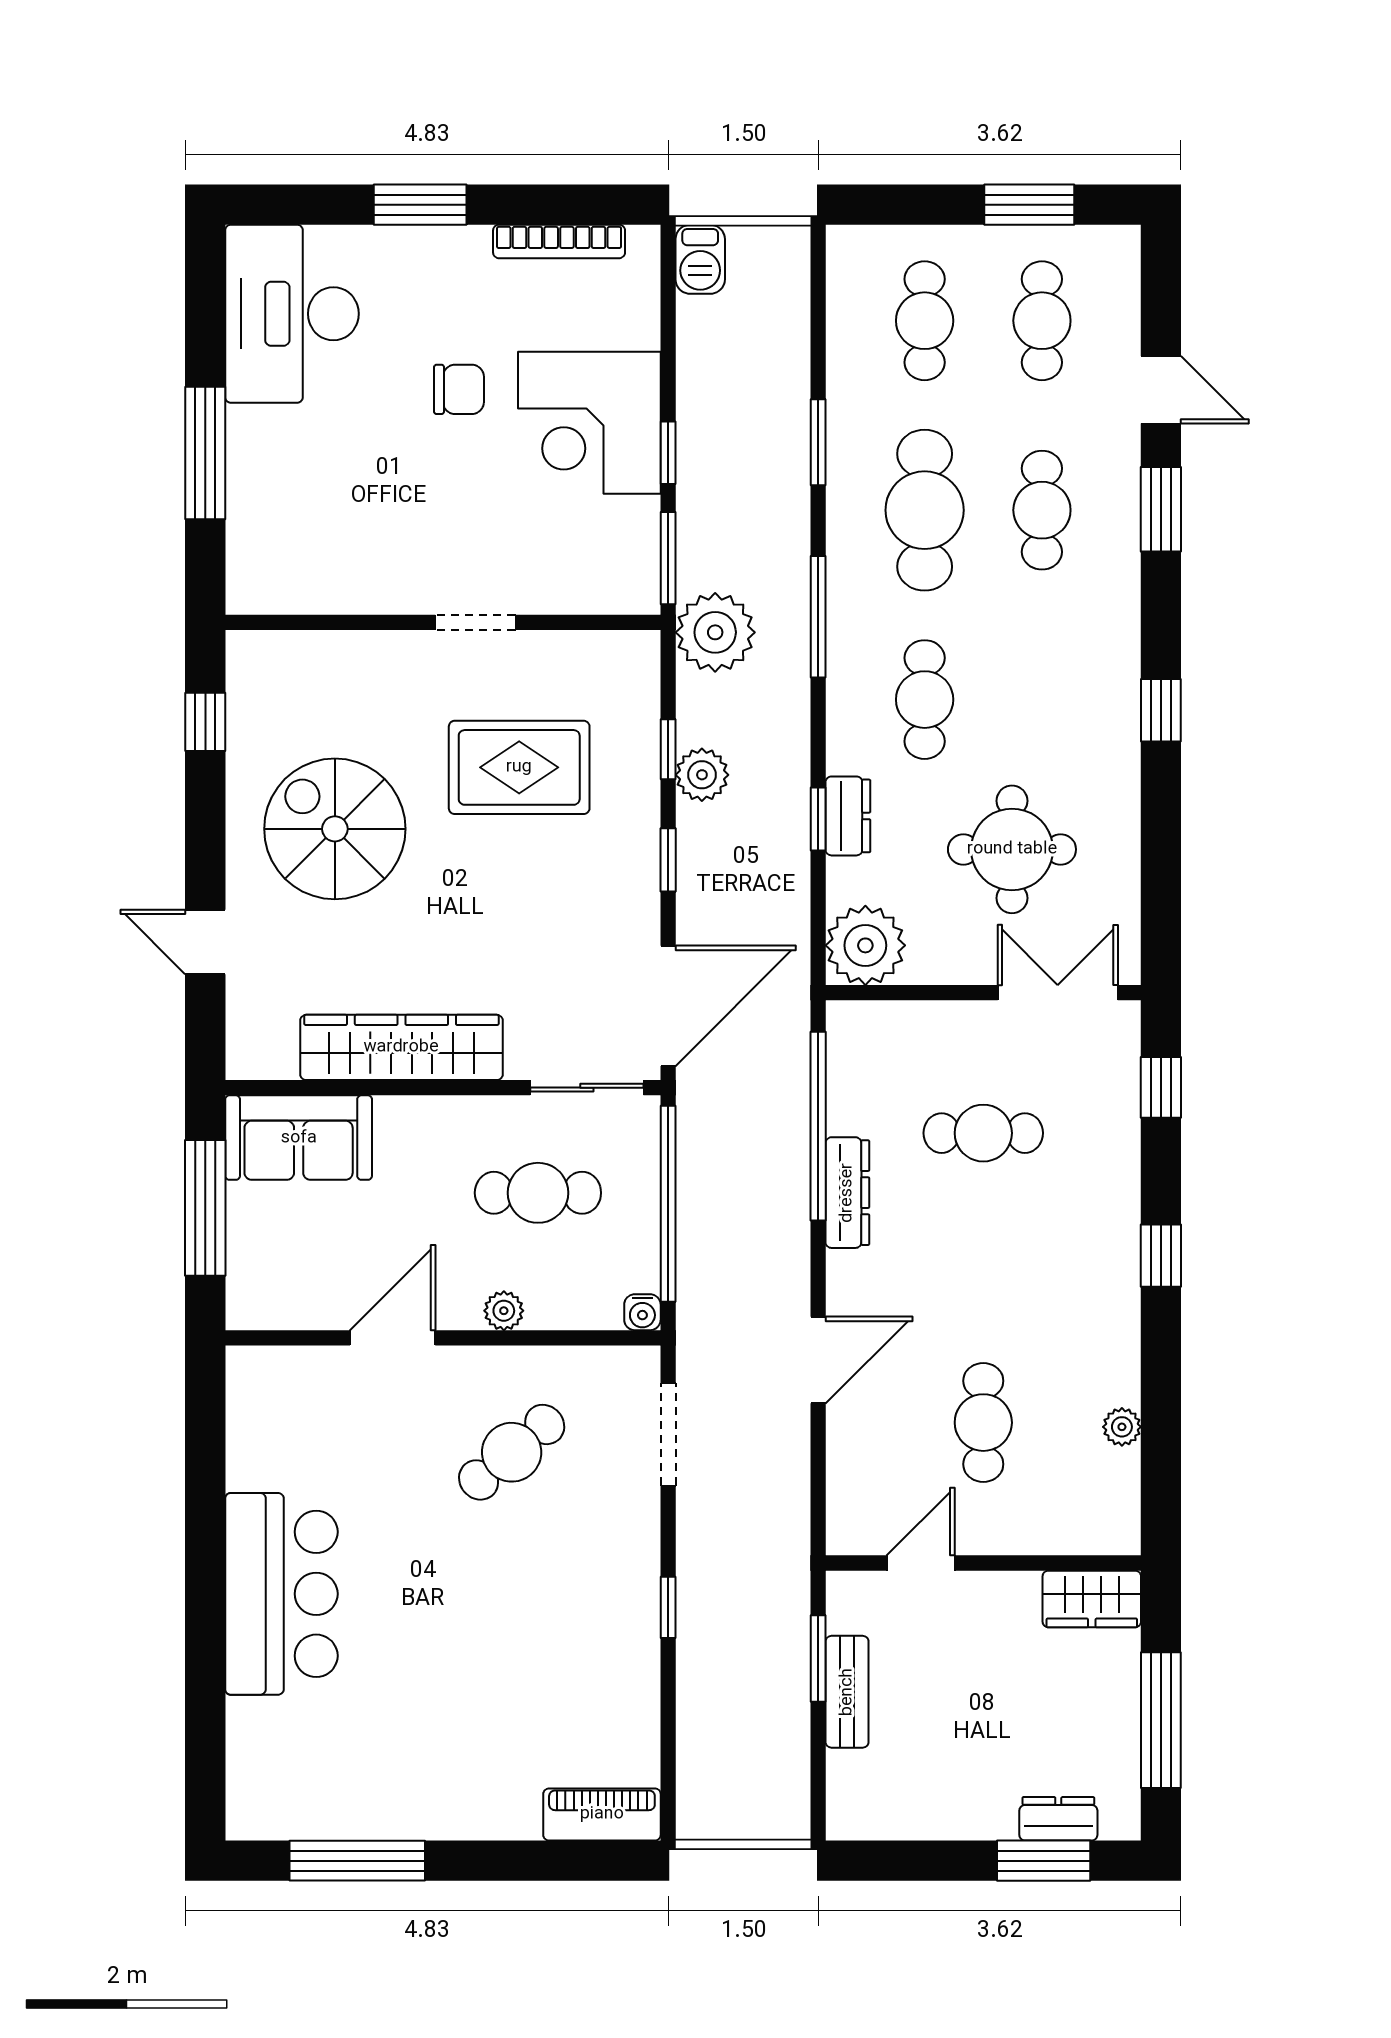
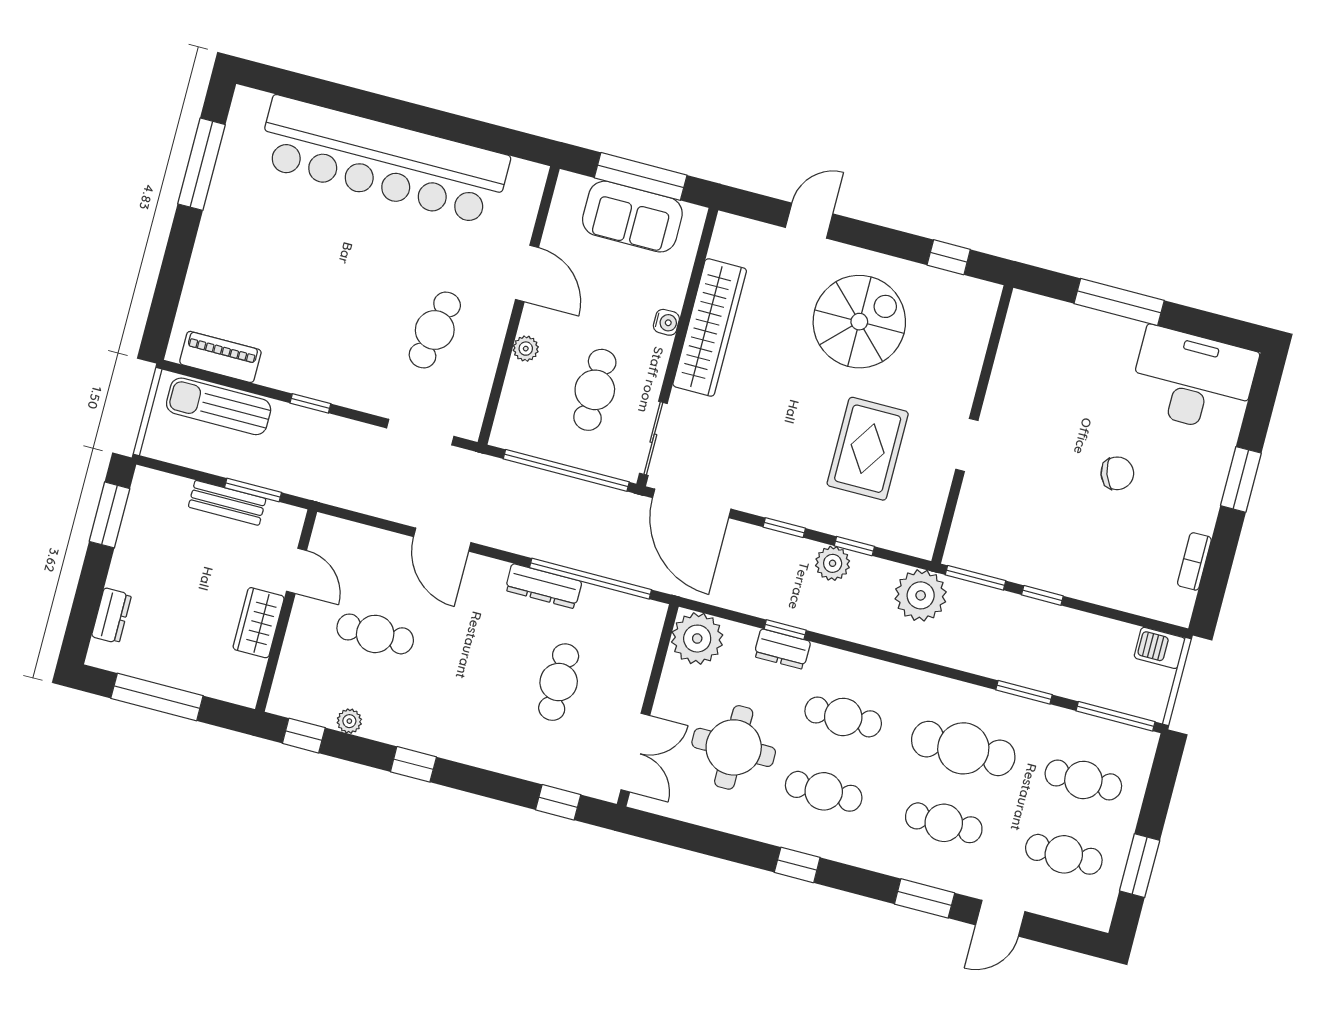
bookcase: (559, 241) -> (1194, 561), width x0.64
chair: (459, 389) -> (1117, 473), turned -109
corner desk: (589, 423) -> (1074, 550), removed
window: (818, 617) -> (1116, 716), moved
cafe table: (1042, 700) -> (824, 791), added
sofa: (299, 1138) -> (632, 217), moved, turned -90
window: (1161, 1256) -> (413, 764), moved
water cooler: (642, 1312) -> (666, 322), moved, turned 180
cafe table: (512, 1452) -> (435, 330), turned 51
window: (1161, 1488) -> (304, 736), added
bar counter: (281, 1594) -> (383, 160), width x1.86
wardrobe: (1092, 1599) -> (259, 623), moved
sun lounger: (708, 1742) -> (219, 406), added
piano: (602, 1814) -> (220, 357), moved, turned -90
window: (1044, 1861) -> (109, 515), moved

